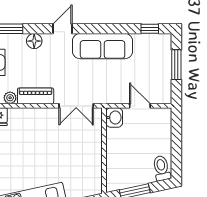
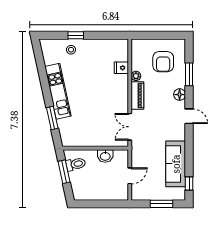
sofa: (103, 46) -> (176, 164), moved
washbasin: (114, 118) -> (105, 156), moved
toilet: (162, 168) -> (76, 164), moved

